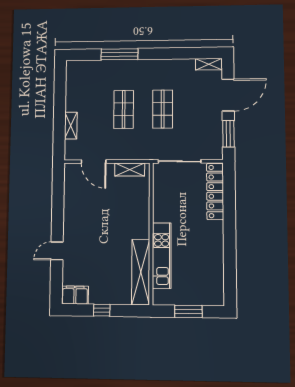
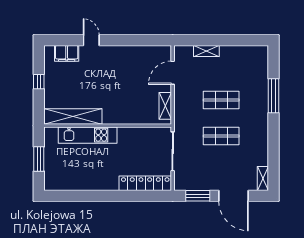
filing cabinet: (75, 295) -> (67, 53), moved, turned 90

